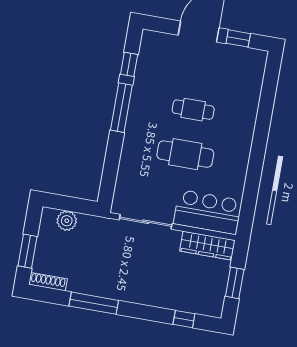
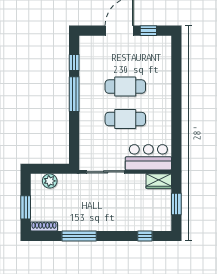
cafe table: (193, 110) -> (125, 87), width x1.37, depth x1.35
wardrobe: (207, 246) -> (159, 181), width x0.67

